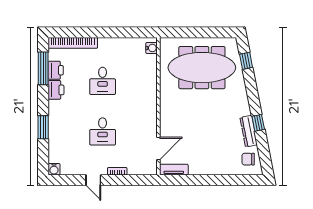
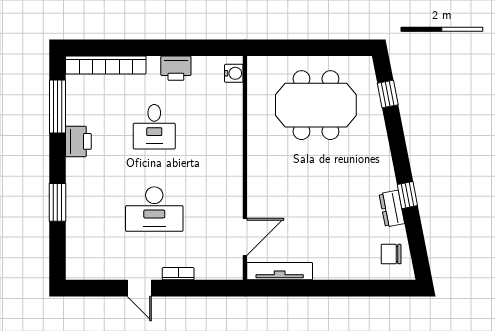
meeting table: (202, 68) -> (316, 105), width x0.73
printer: (56, 70) -> (176, 68), moved, turned 90
desk: (103, 131) -> (154, 209), width x1.37
dresser: (249, 131) -> (392, 209), width x0.70
water cooler: (54, 169) -> (75, 270), removed
tv unit: (174, 170) -> (280, 271), width x1.41

